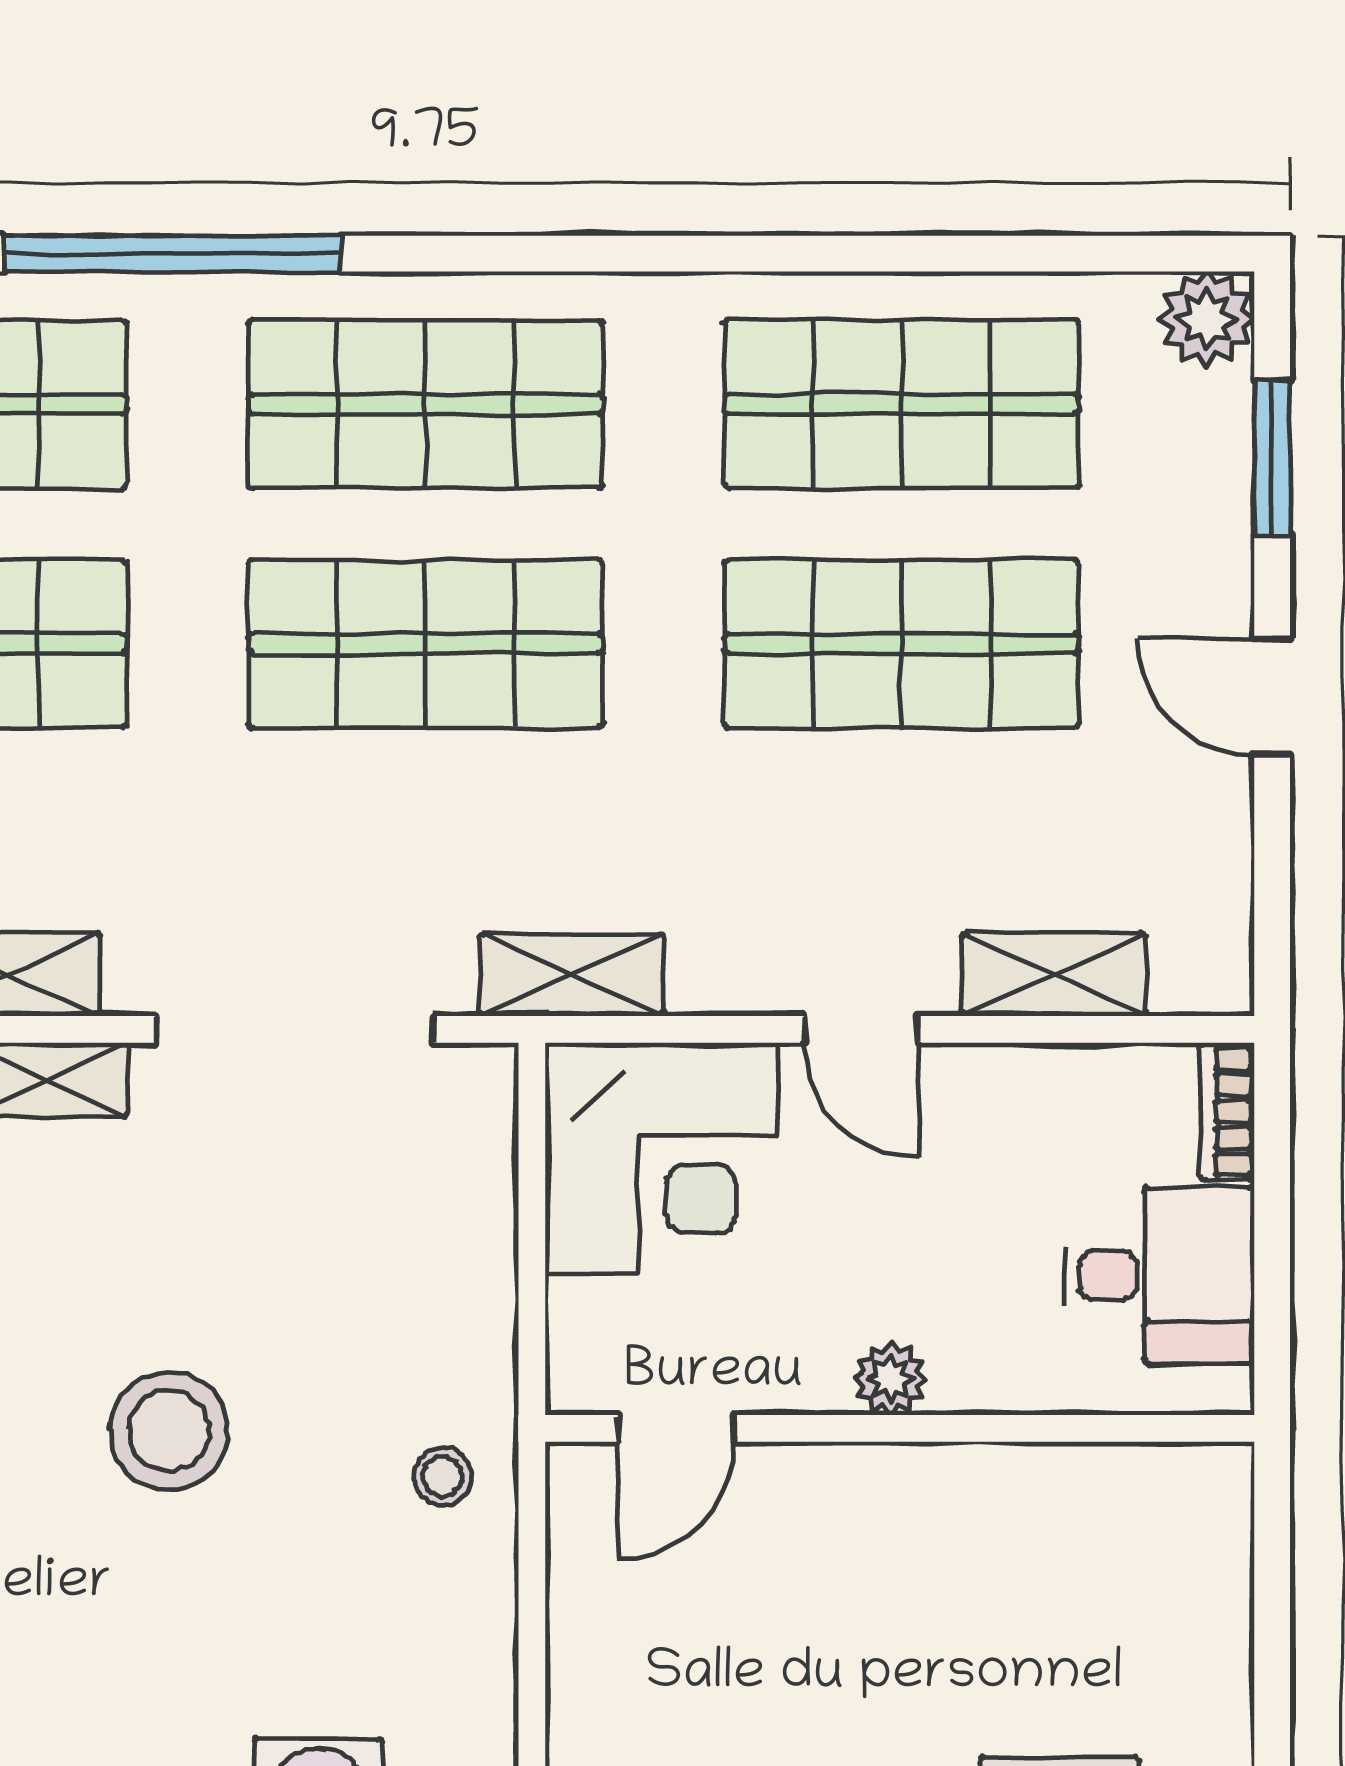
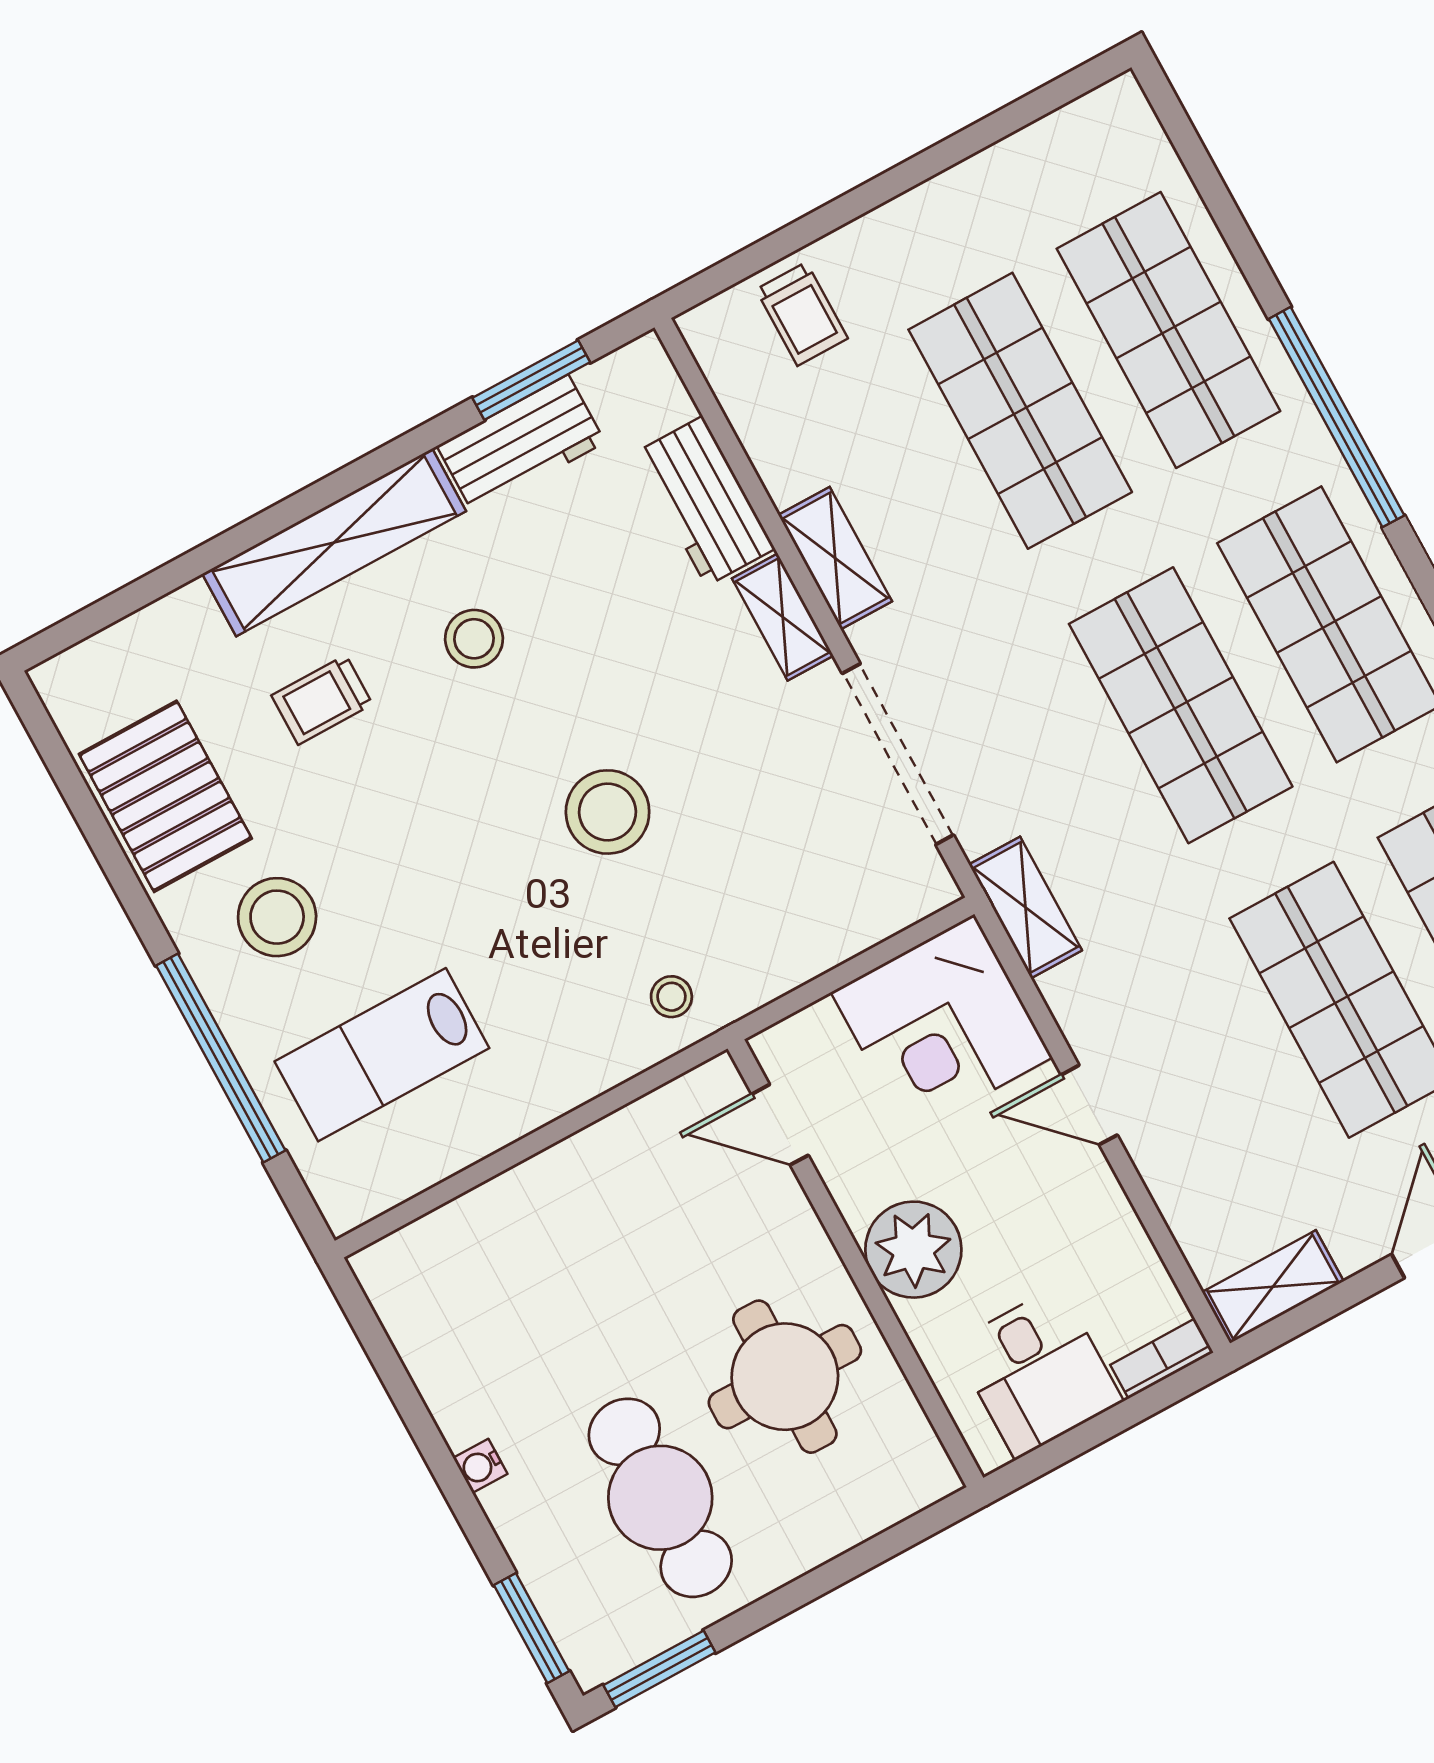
shelving: (1054, 975) -> (1273, 1287), moved, turned 90
door: (861, 1029) -> (1089, 1105), hinge flipped
plant: (890, 1379) -> (913, 1250), width x1.87, depth x1.87
round table: (993, 1593) -> (785, 1377), added

